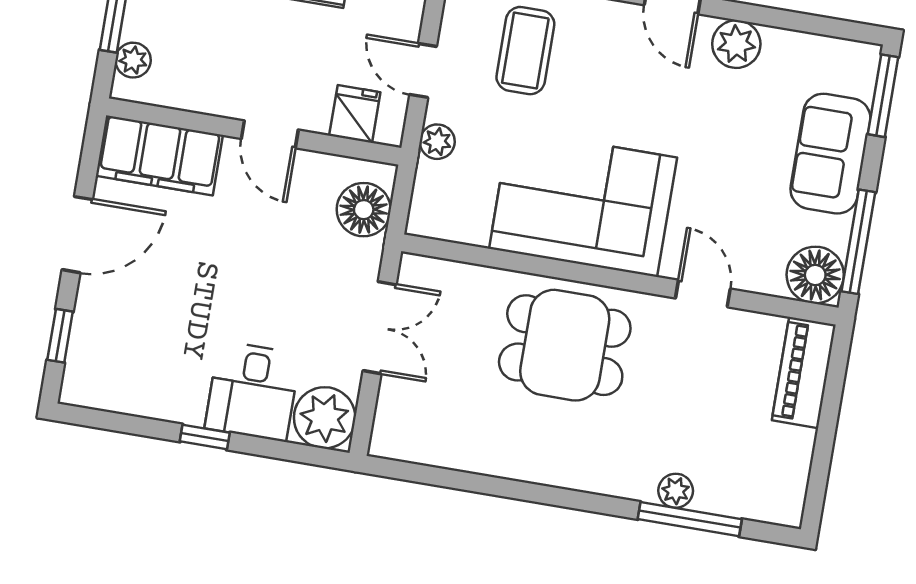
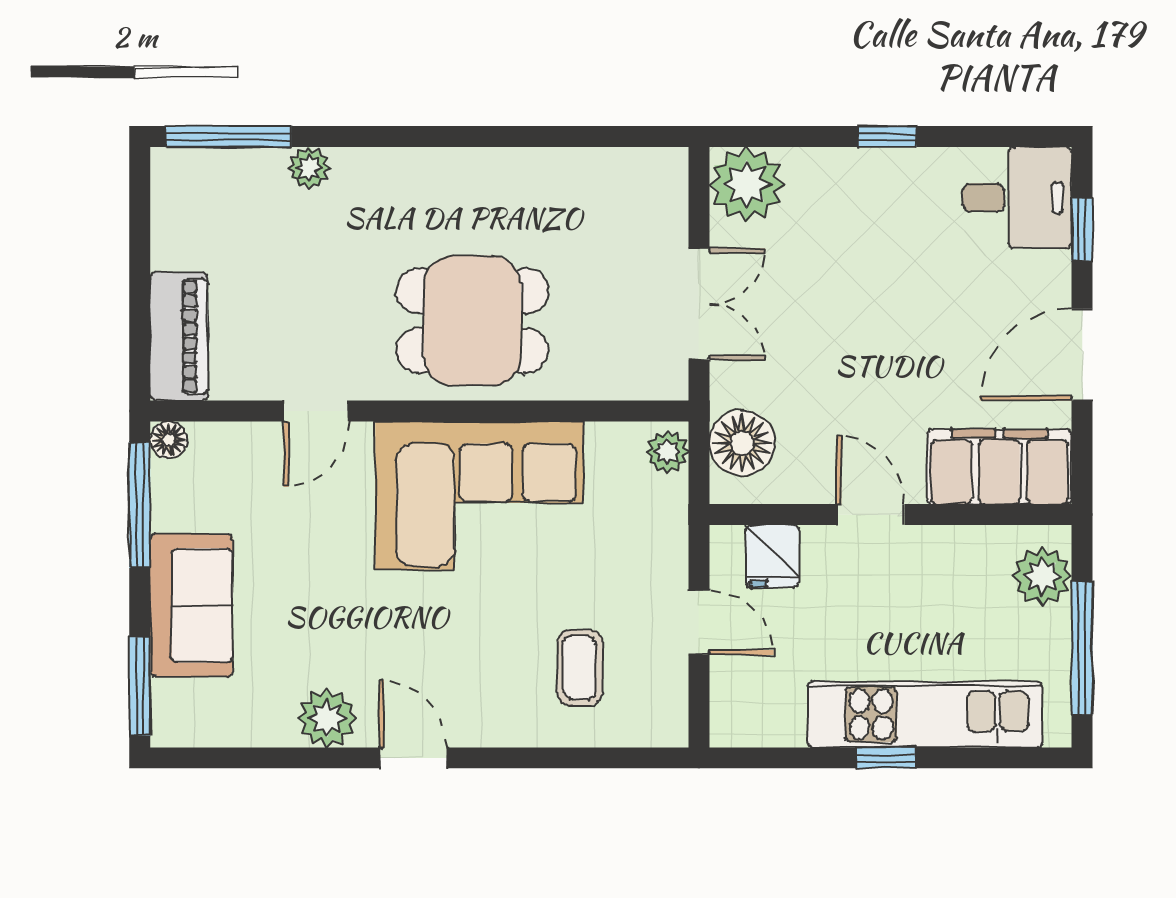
coffee table: (525, 51) -> (580, 667), width x0.73, depth x0.77
plant: (133, 60) -> (1042, 576), width x1.38, depth x1.38
plant: (437, 142) -> (667, 452), moved
floor lamp: (815, 275) -> (169, 440), width x0.53, depth x0.53
door: (703, 294) -> (316, 411), hinge flipped
double door: (380, 328) -> (699, 304), swing flipped
desk: (253, 391) -> (1017, 198), moved, turned 90
window: (690, 519) -> (228, 137), moved

